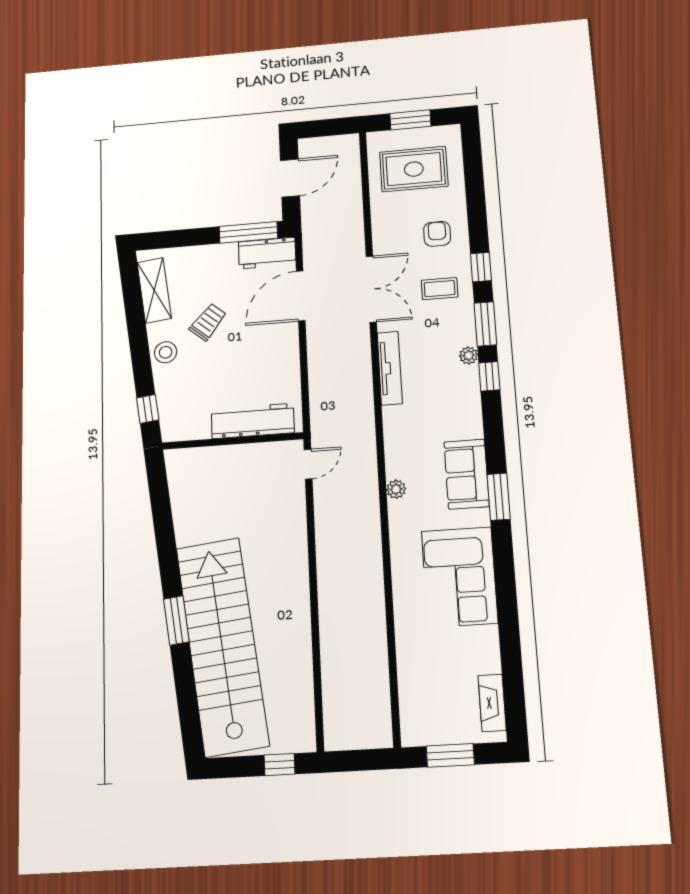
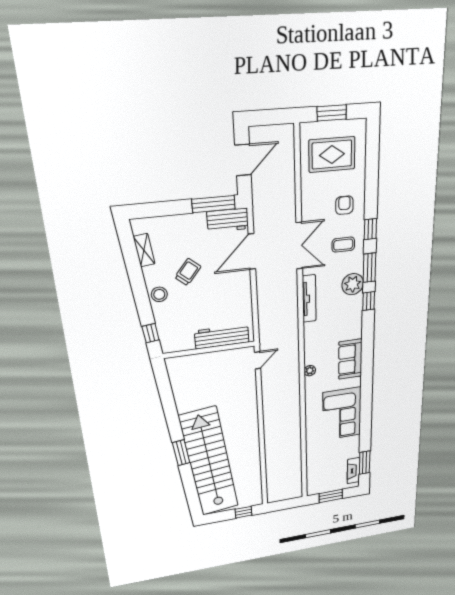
shelving: (154, 290) -> (144, 250), width x0.67, depth x0.75
plant: (469, 355) -> (353, 284), width x1.88, depth x1.88
window: (499, 497) -> (365, 463), moved

